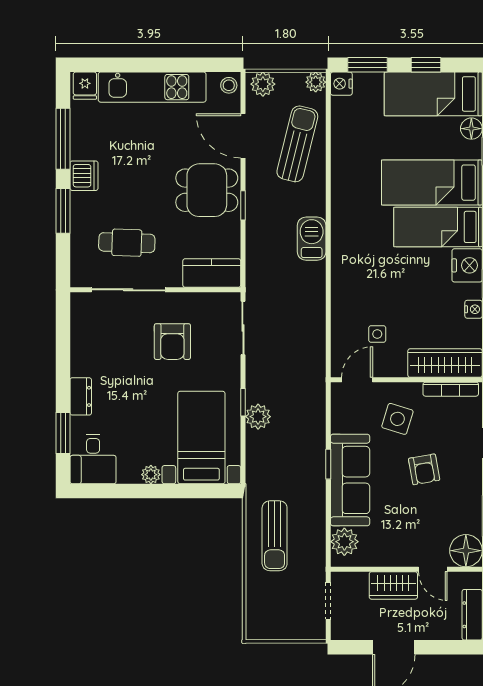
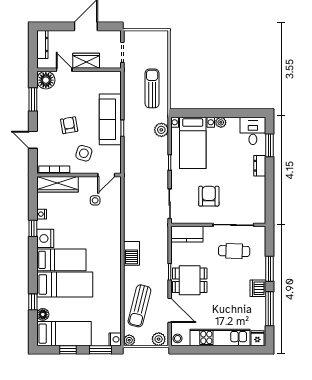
plant: (258, 417) -> (161, 130), moved
plant: (344, 542) -> (113, 85), removed

